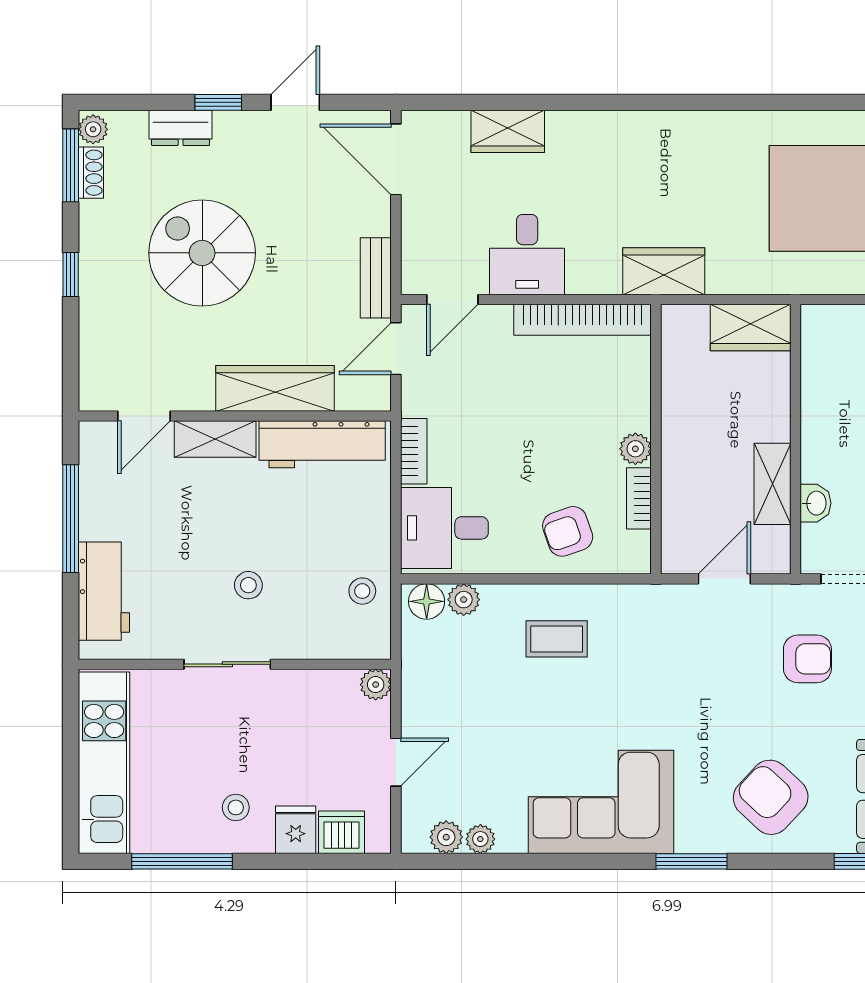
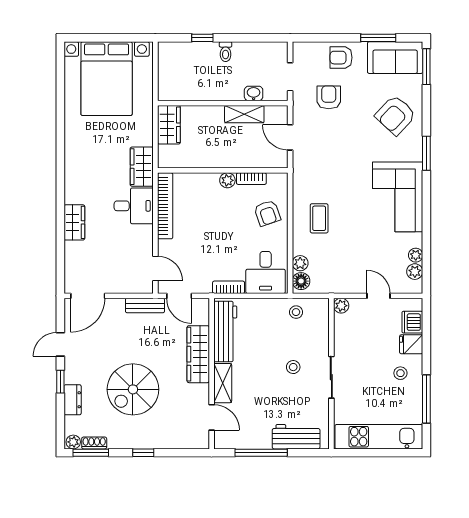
door: (295, 102) -> (60, 344), hinge flipped
wardrobe: (508, 131) -> (74, 222), moved
desk: (527, 255) -> (134, 206), moved

